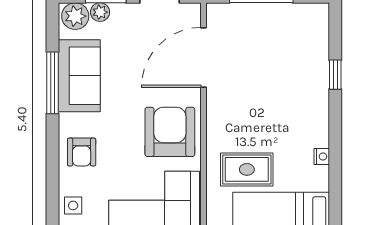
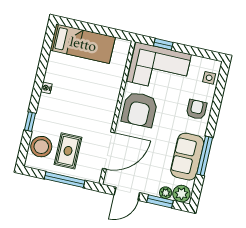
stool: (309, 40) -> (41, 147), added
nightstand: (322, 156) -> (46, 88), moved
rug: (247, 169) -> (68, 151), moved, turned 90

